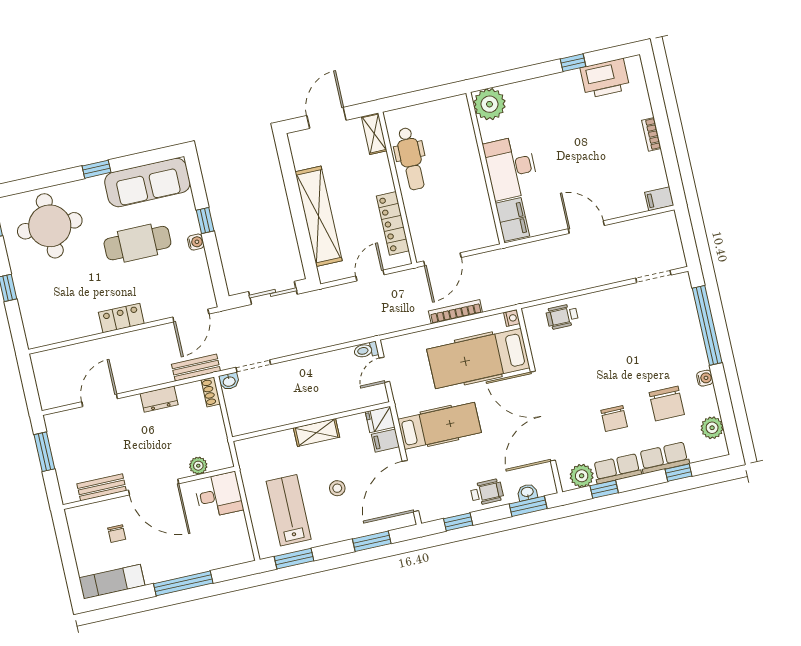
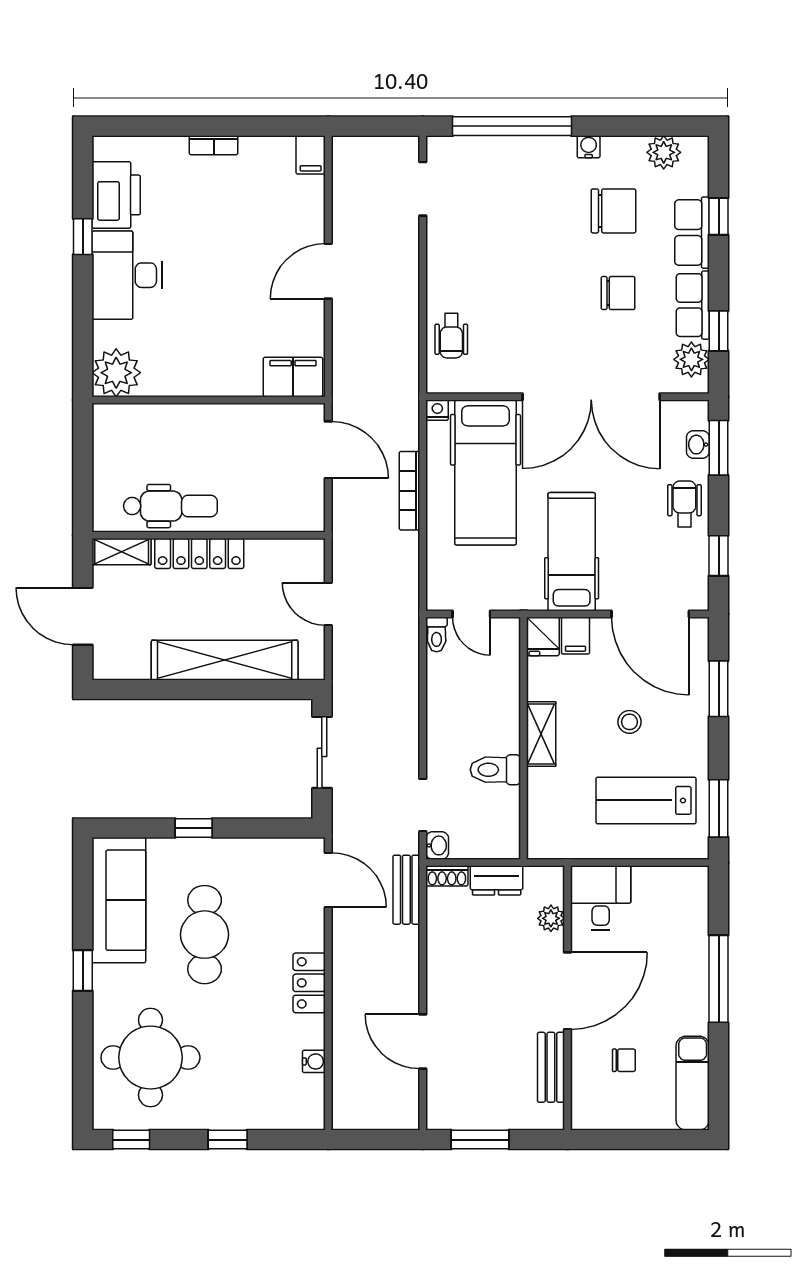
desk: (511, 168) -> (127, 275), moved, turned 90
locker: (393, 223) -> (199, 554), moved
water cooler: (196, 242) -> (314, 1061), moved, turned 90
door: (442, 259) -> (328, 450), moved
dresser: (159, 399) -> (497, 880), moved, turned 90
toilet: (287, 408) -> (495, 770), added

